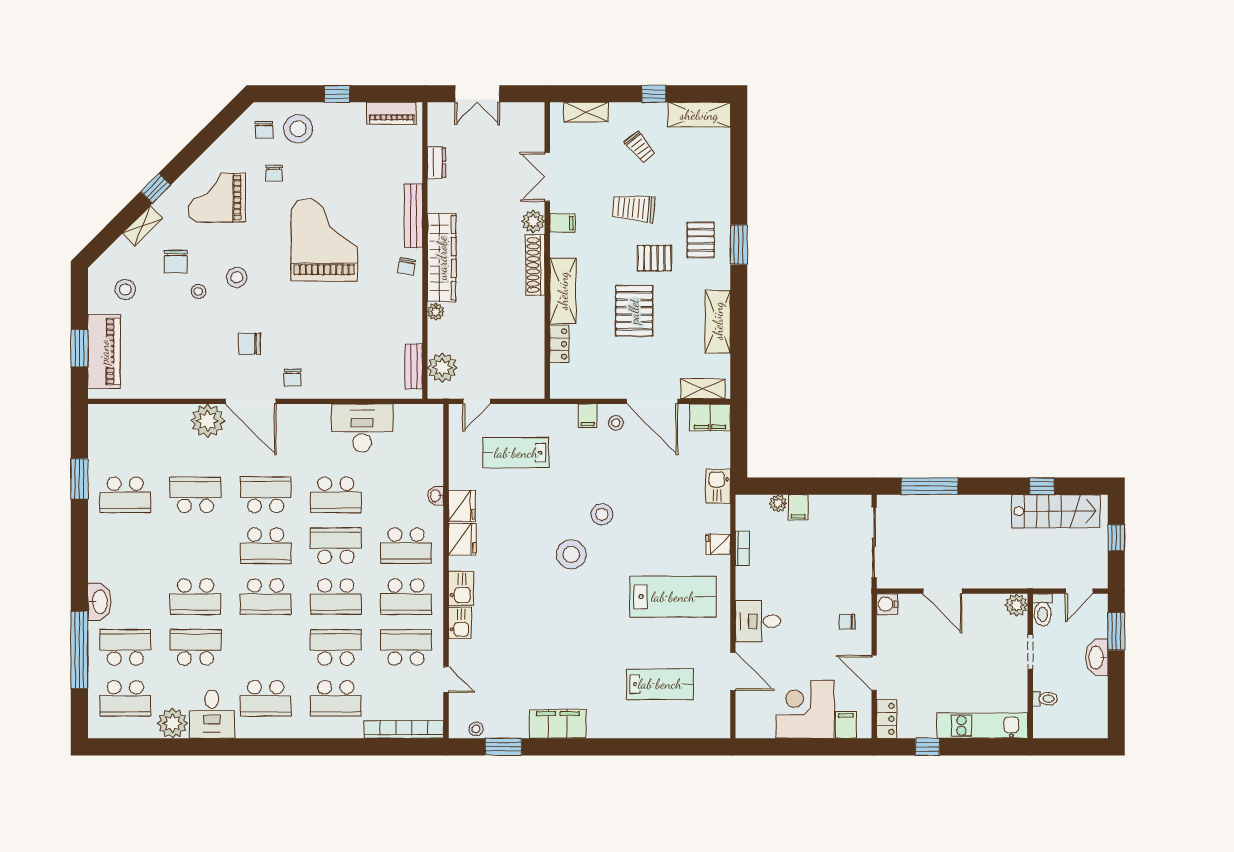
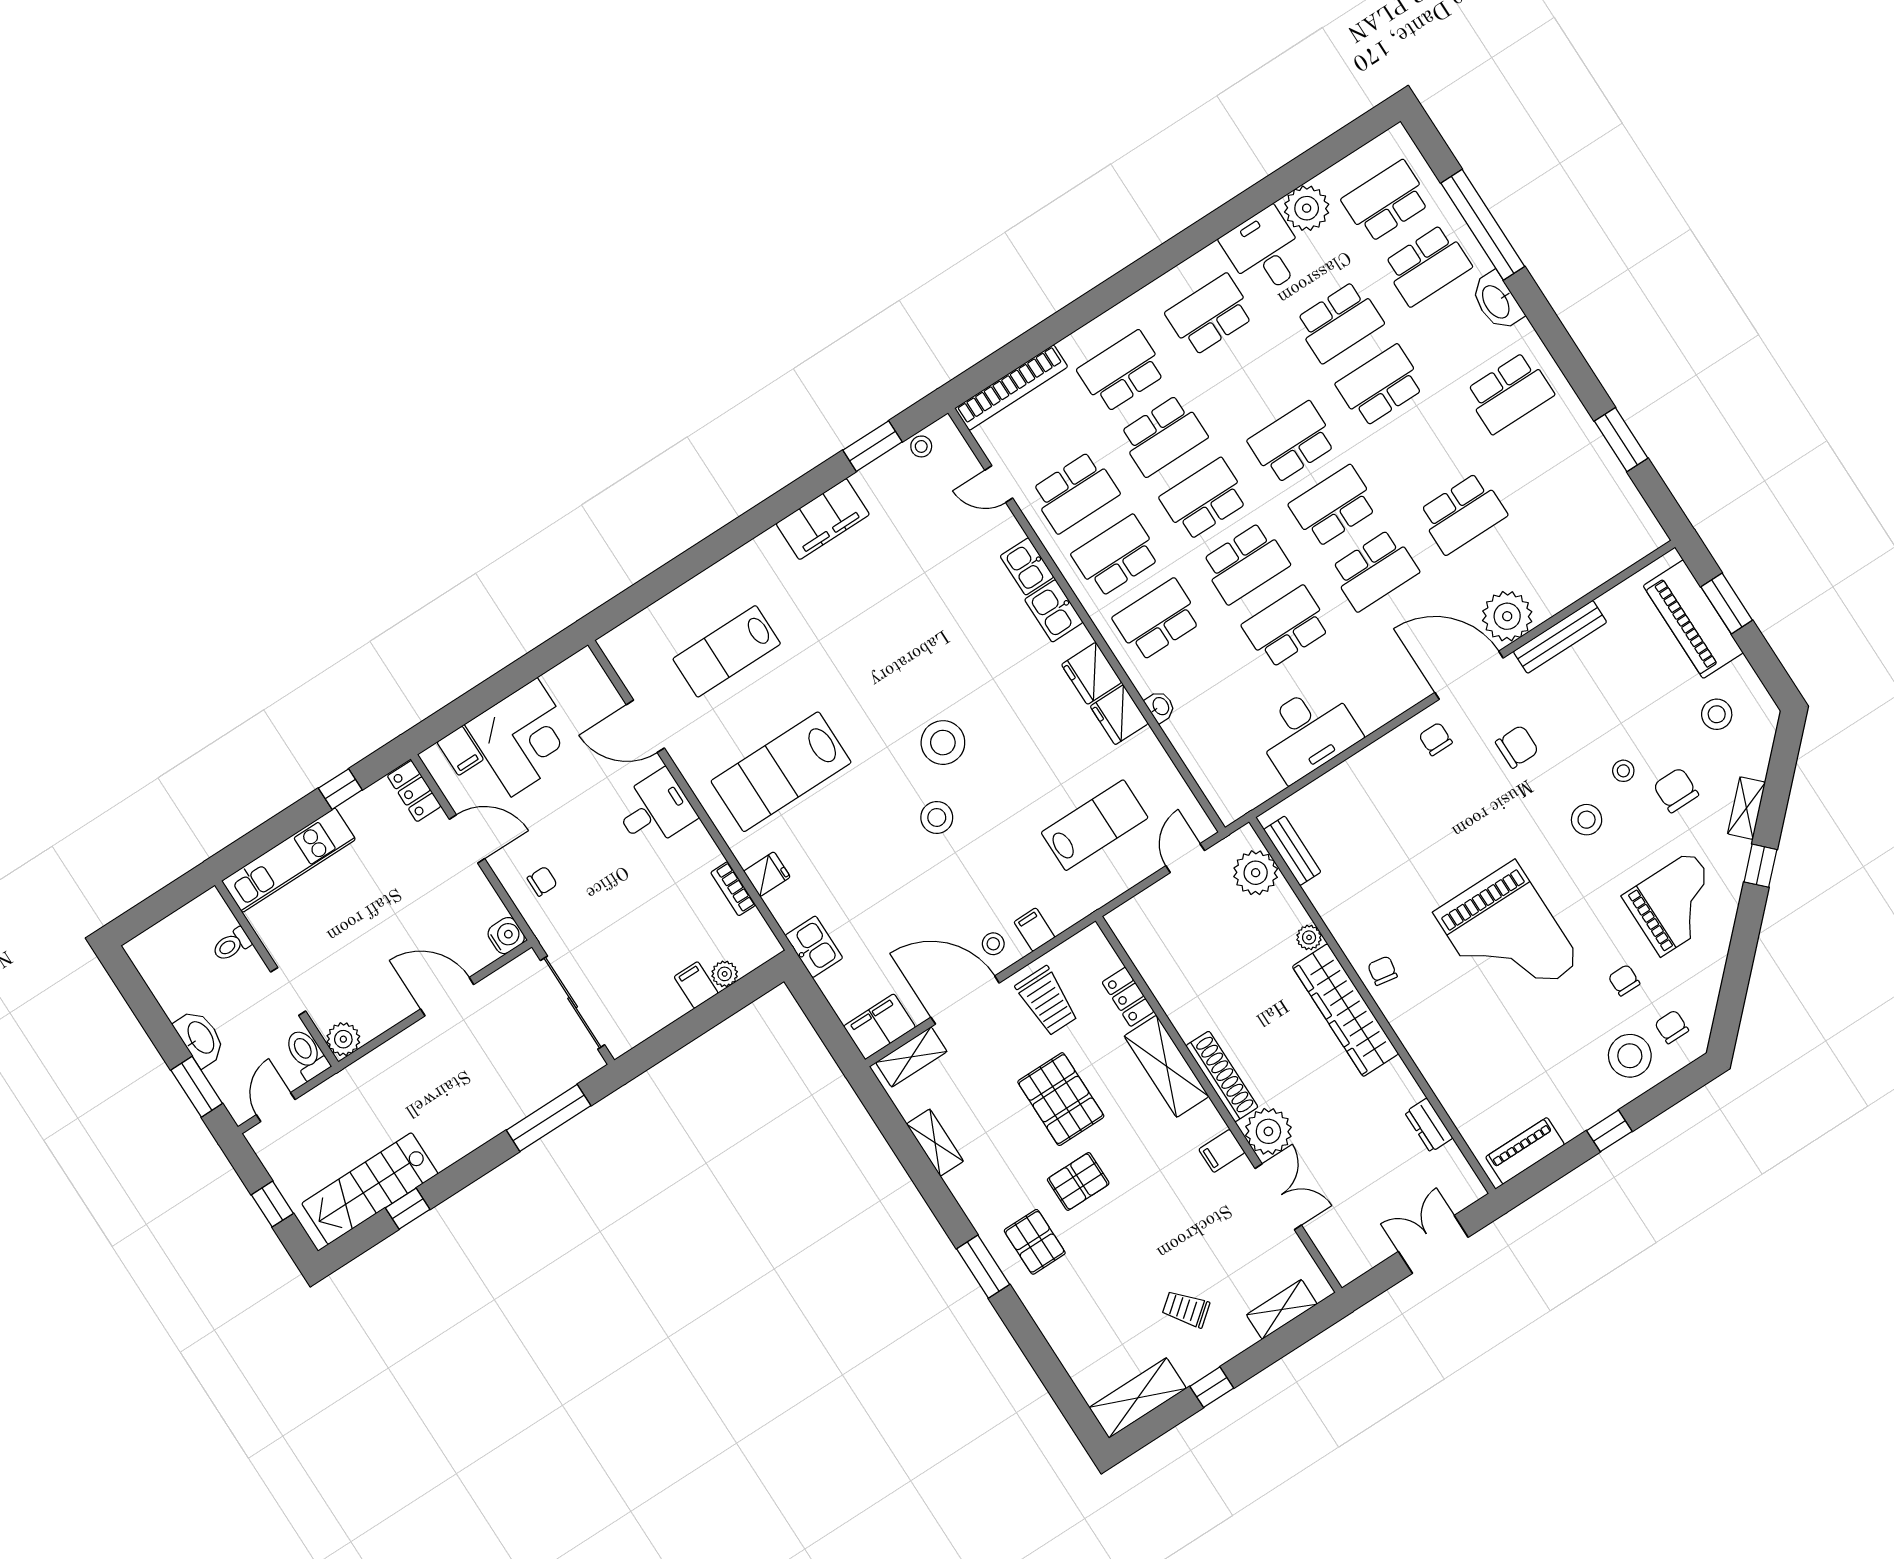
trolley: (634, 208) -> (1047, 1001), moved, turned 85
bench: (413, 216) -> (1560, 637), moved, turned 90
plant: (533, 221) -> (1268, 1131), width x1.36, depth x1.36
shelving: (718, 321) -> (935, 1143), width x0.67, depth x0.75
school desk: (125, 495) -> (1509, 393), moved, turned 180

